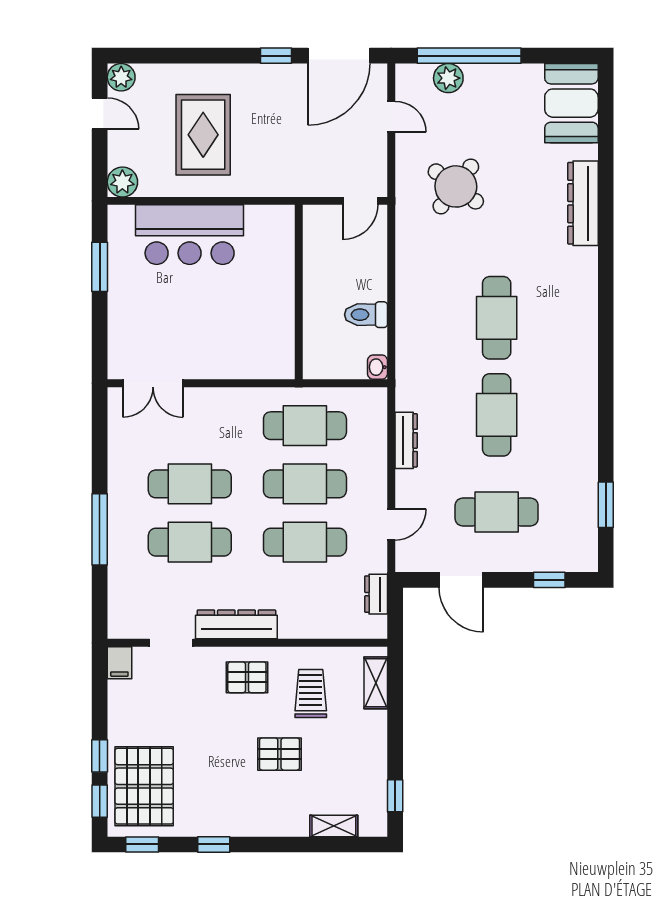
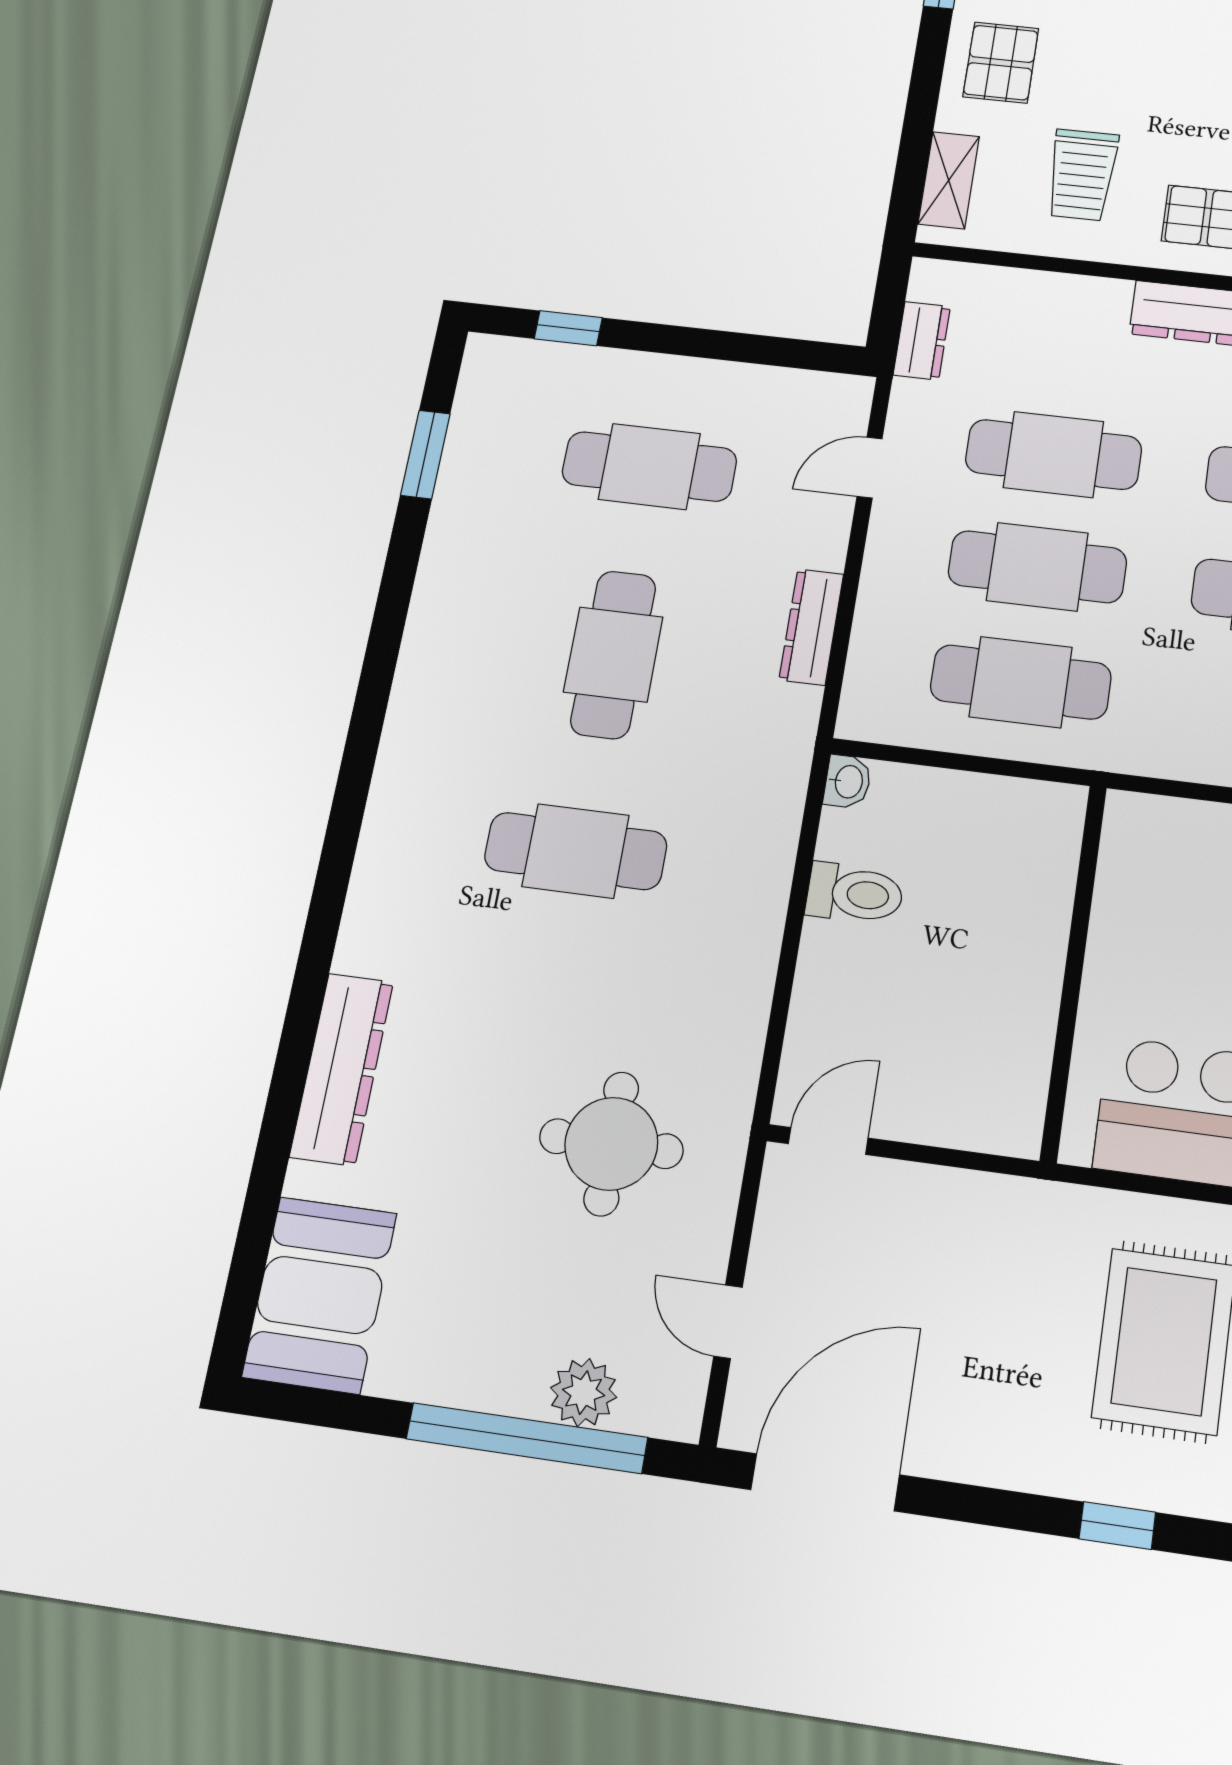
window: (276, 56) -> (1117, 1526), moved
round table: (456, 186) -> (611, 1144), turned -37
wall: (299, 292) -> (1074, 971), moved
cafe table: (497, 318) -> (576, 851), turned 90
door: (461, 580) -> (745, 348), removed
pallet: (279, 754) -> (1001, 63), moved, turned 90

